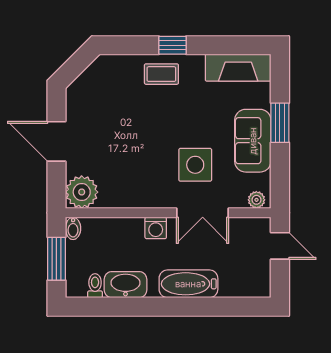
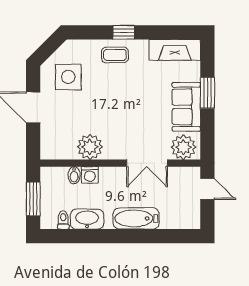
side table: (195, 165) -> (68, 77), moved
plant: (82, 192) -> (90, 147), moved
plant: (256, 200) -> (183, 147), width x1.88, depth x1.88
bidet: (73, 228) -> (74, 175), moved
washing machine: (156, 228) -> (90, 175), moved

